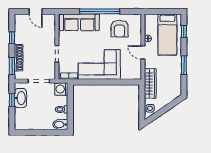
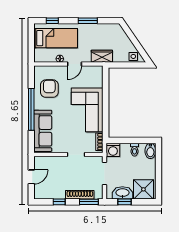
armchair: (119, 29) -> (49, 89), turned -90
wardrobe: (150, 83) -> (102, 56), width x0.67
shower: (24, 118) -> (143, 189), added

